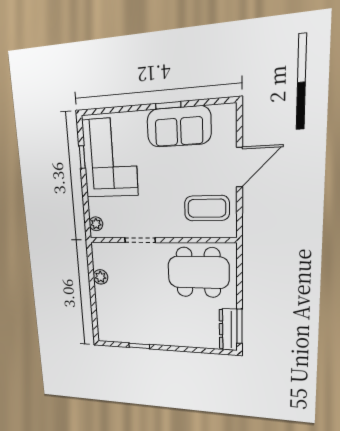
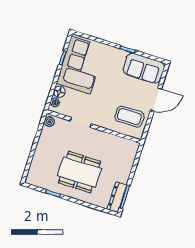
sofa: (179, 127) -> (144, 68), moved
floor lamp: (96, 207) -> (59, 92), added
dining table: (198, 272) -> (79, 172), moved
plant: (100, 277) -> (49, 122), moved

